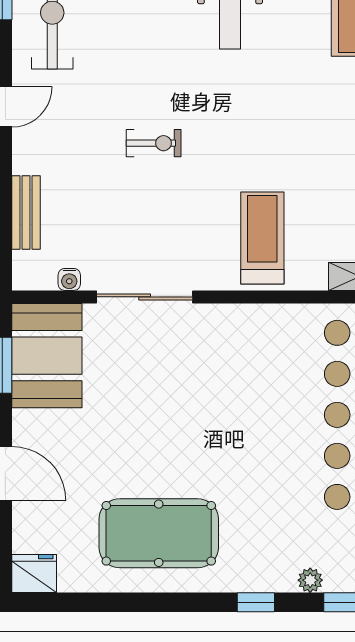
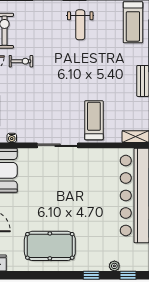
exercise bike: (154, 143) -> (21, 61), moved
sliding door: (145, 297) -> (58, 145), moved

